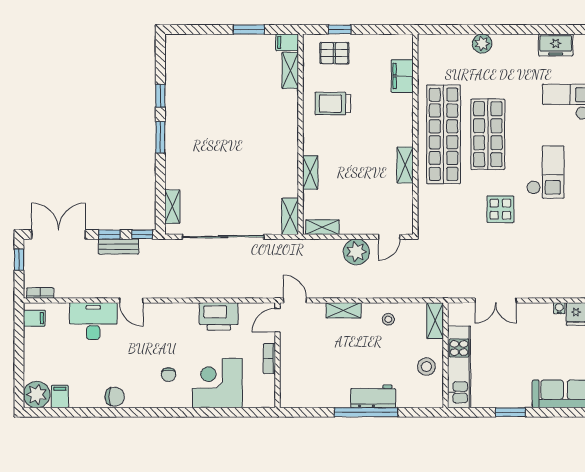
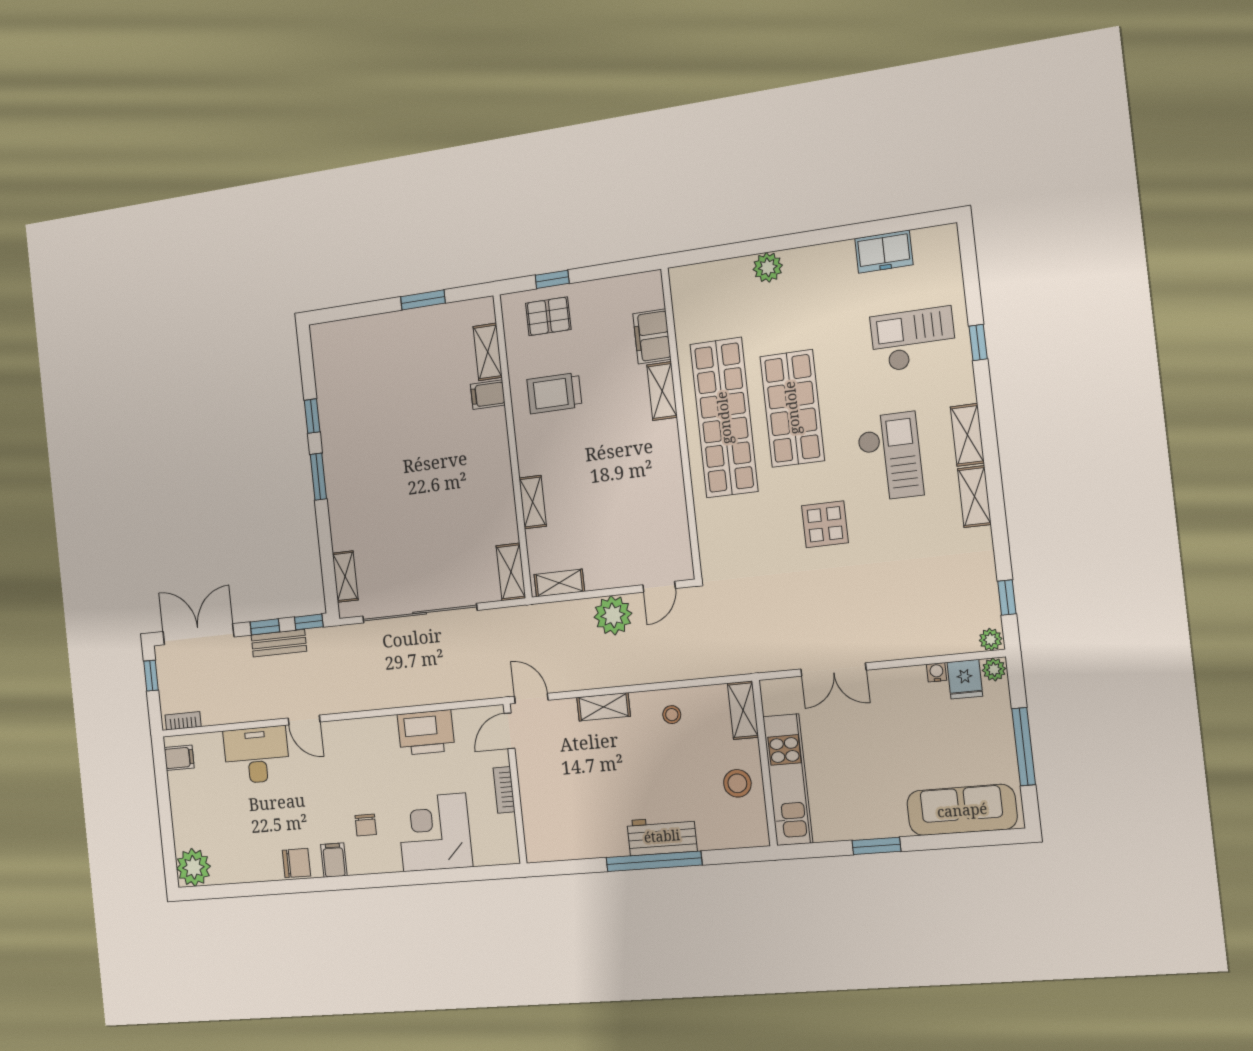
filing cabinet: (287, 42) -> (488, 395), moved
shelving: (405, 165) -> (662, 391), moved
filing cabinet: (60, 397) -> (334, 860), moved

